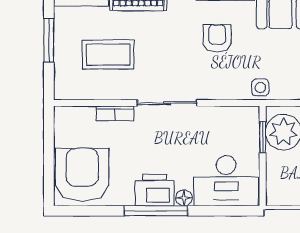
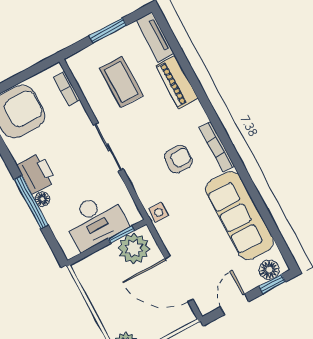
bookcase: (115, 113) -> (67, 88), moved
desk: (226, 181) -> (95, 221), moved, turned -90
window: (156, 211) -> (31, 202), moved

